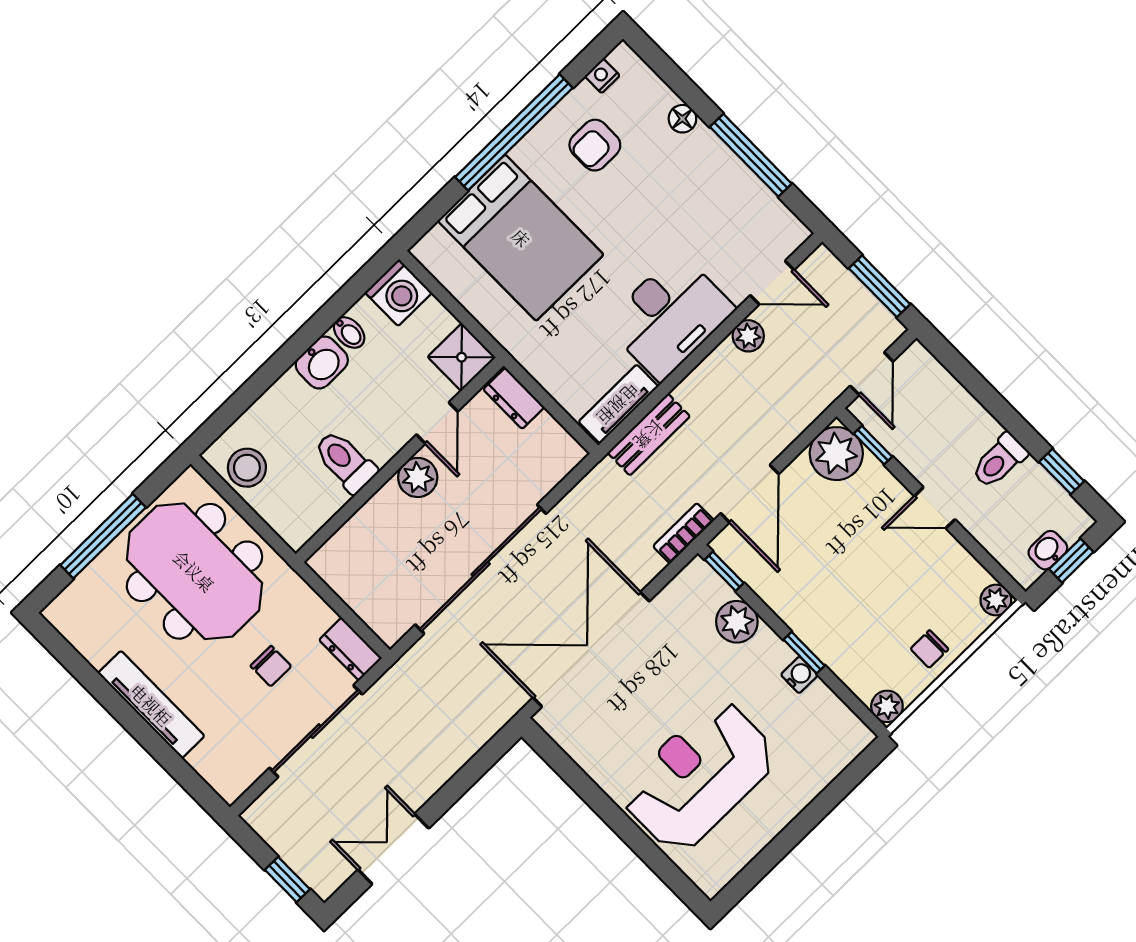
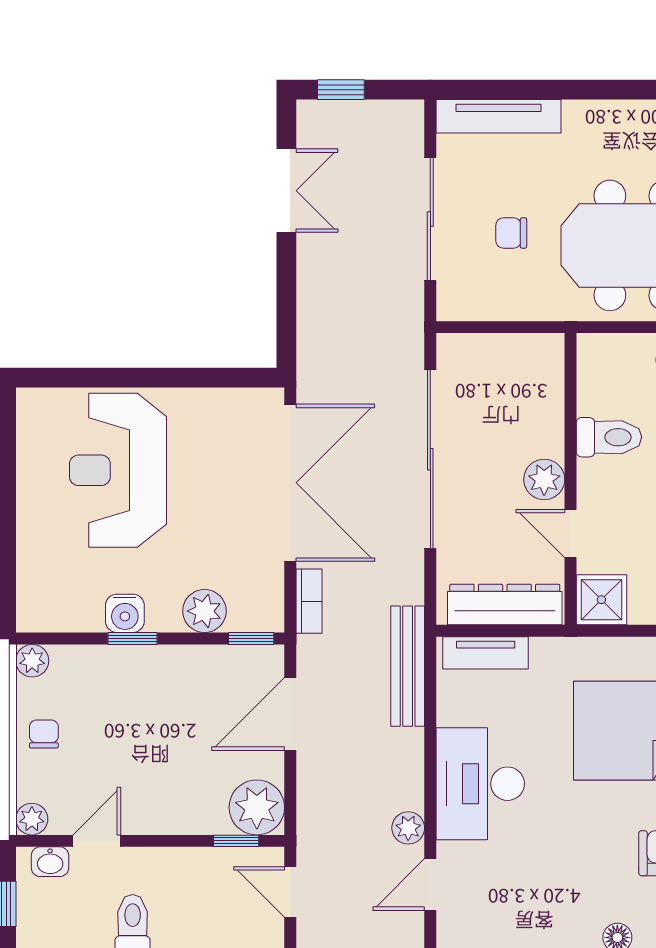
dresser: (514, 398) -> (505, 604), width x1.96, depth x1.24
tv unit: (618, 404) -> (486, 653), moved, turned 90
bench: (649, 434) -> (408, 666), width x1.36
door: (750, 494) -> (290, 714), hinge flipped
door: (935, 508) -> (97, 841), moved
bookcase: (684, 533) -> (309, 601), moved
washbasin: (1048, 550) -> (50, 862), moved, turned 90
dresser: (350, 649) -> (466, 304), removed
water cooler: (799, 675) -> (125, 613), width x1.38, depth x1.38
tv unit: (151, 705) -> (499, 116), moved
reception desk: (699, 776) -> (118, 470), turned 180

